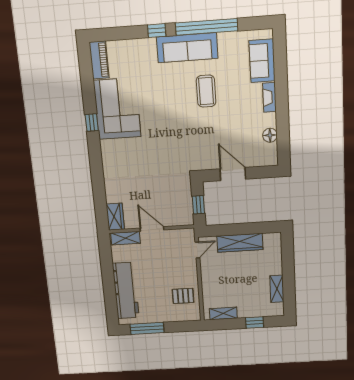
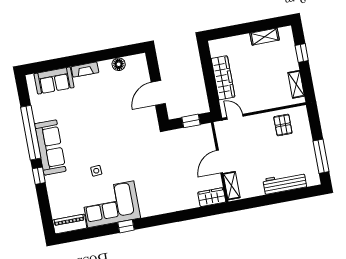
coffee table: (206, 91) -> (86, 126), removed
side table: (156, 97) -> (96, 171), added
workbench: (126, 290) -> (285, 183), width x0.73, depth x0.76

